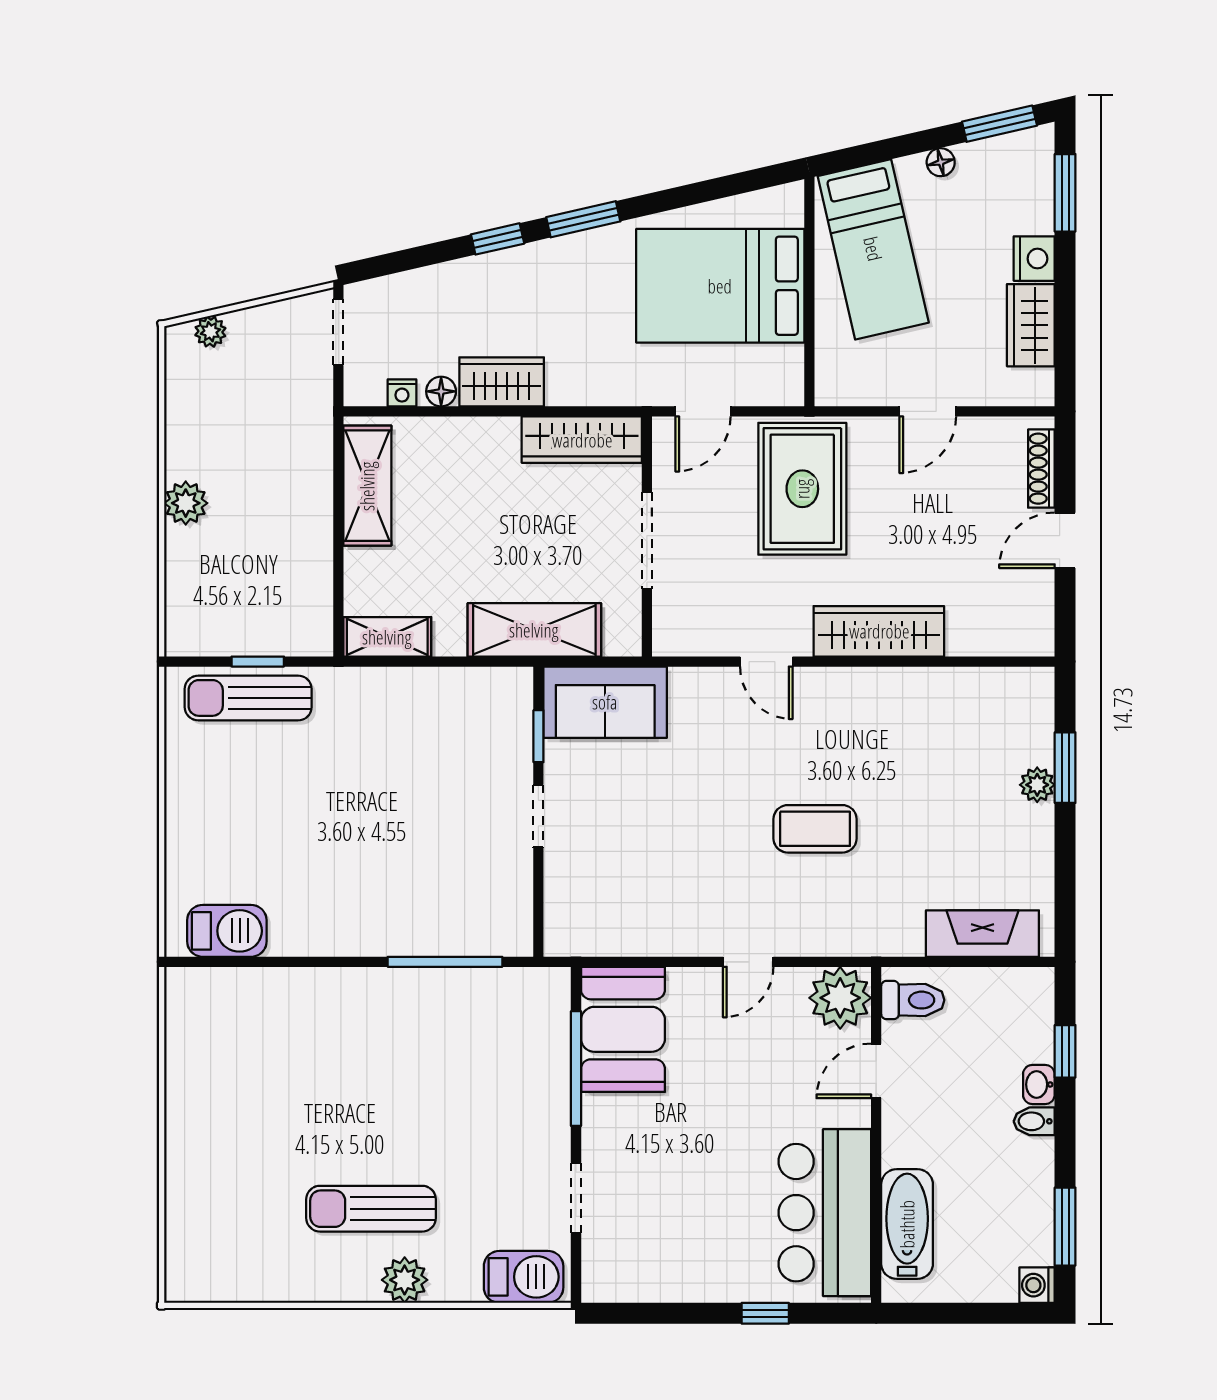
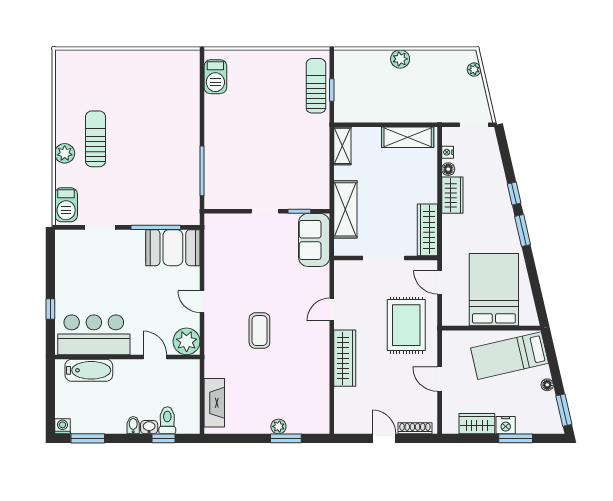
window: (1065, 193) -> (516, 438), moved
rug: (802, 489) -> (406, 325), turned 90
toilet: (913, 1000) -> (167, 420), moved, turned 180

